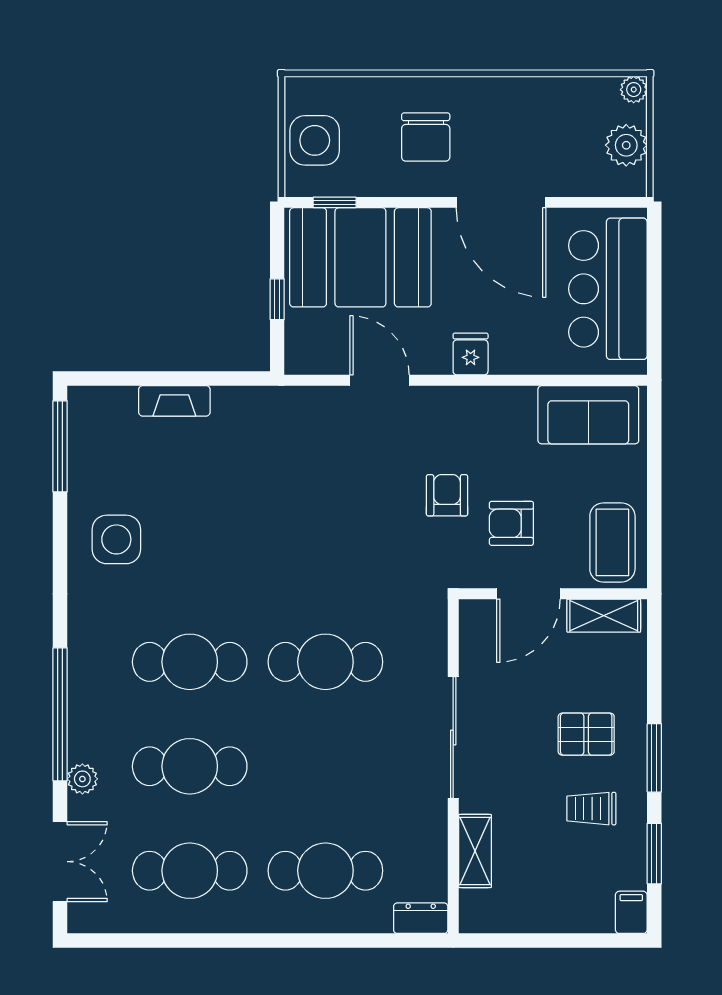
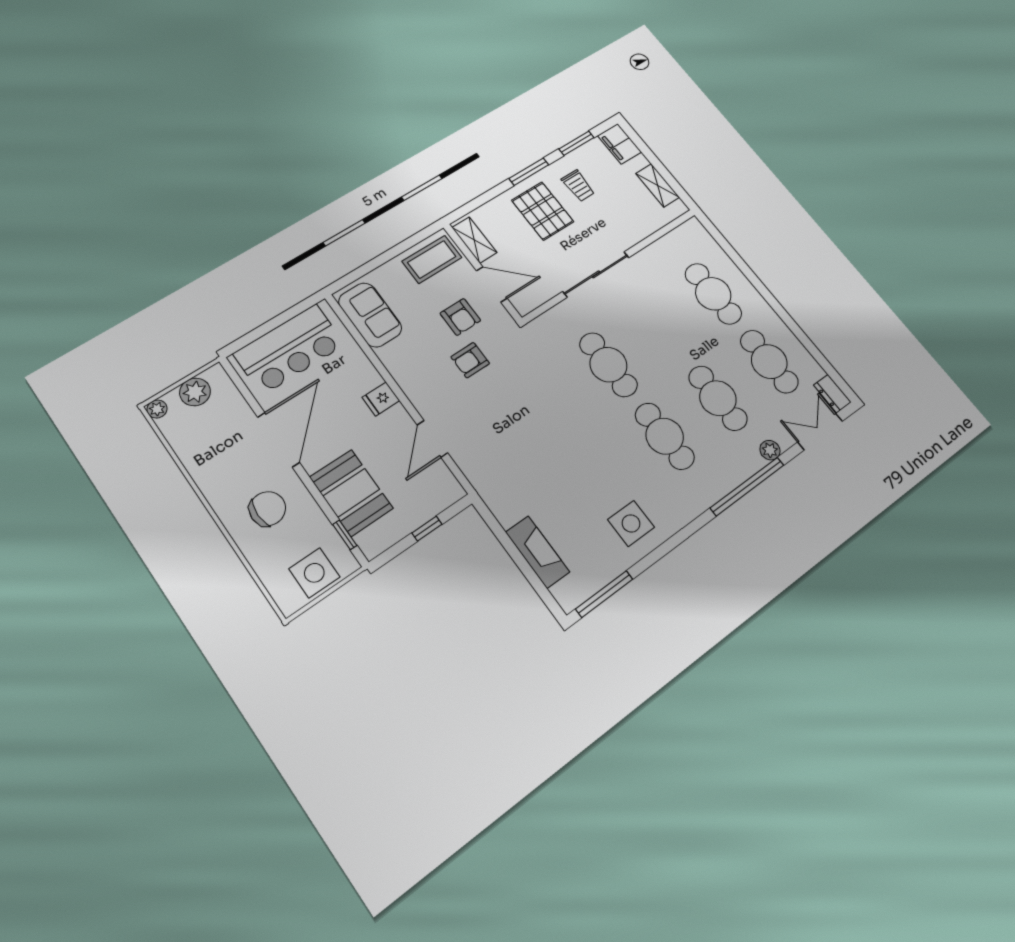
booth: (360, 257) -> (351, 493), width x0.73, depth x0.70
fireplace: (174, 401) -> (537, 552), width x1.37, depth x1.32
pallet: (586, 734) -> (543, 211), width x1.50, depth x1.42
shelving: (475, 851) -> (658, 185), moved, turned 90
filing cabinet: (631, 912) -> (620, 144), width x2.00
dresser: (421, 918) -> (832, 394), moved

